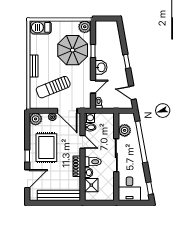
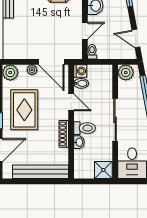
sun lounger: (53, 87) -> (33, 31), removed
plant: (125, 130) -> (126, 73), moved
shower: (91, 185) -> (103, 170), moved

